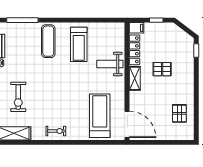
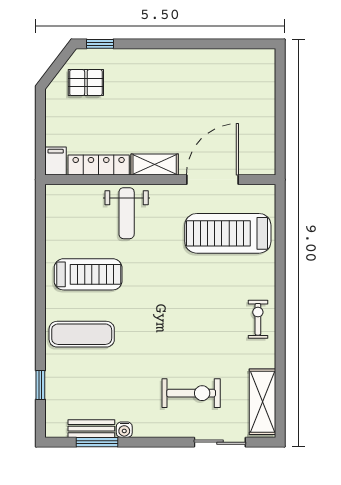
window: (22, 20) -> (40, 385), width x0.46
window: (156, 20) -> (40, 123), removed
pallet: (162, 69) -> (86, 83), moved, turned 90
pallet: (179, 113) -> (224, 77), removed
door: (127, 124) -> (212, 180), moved

